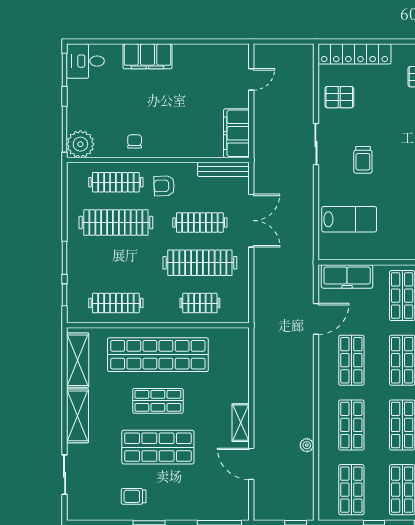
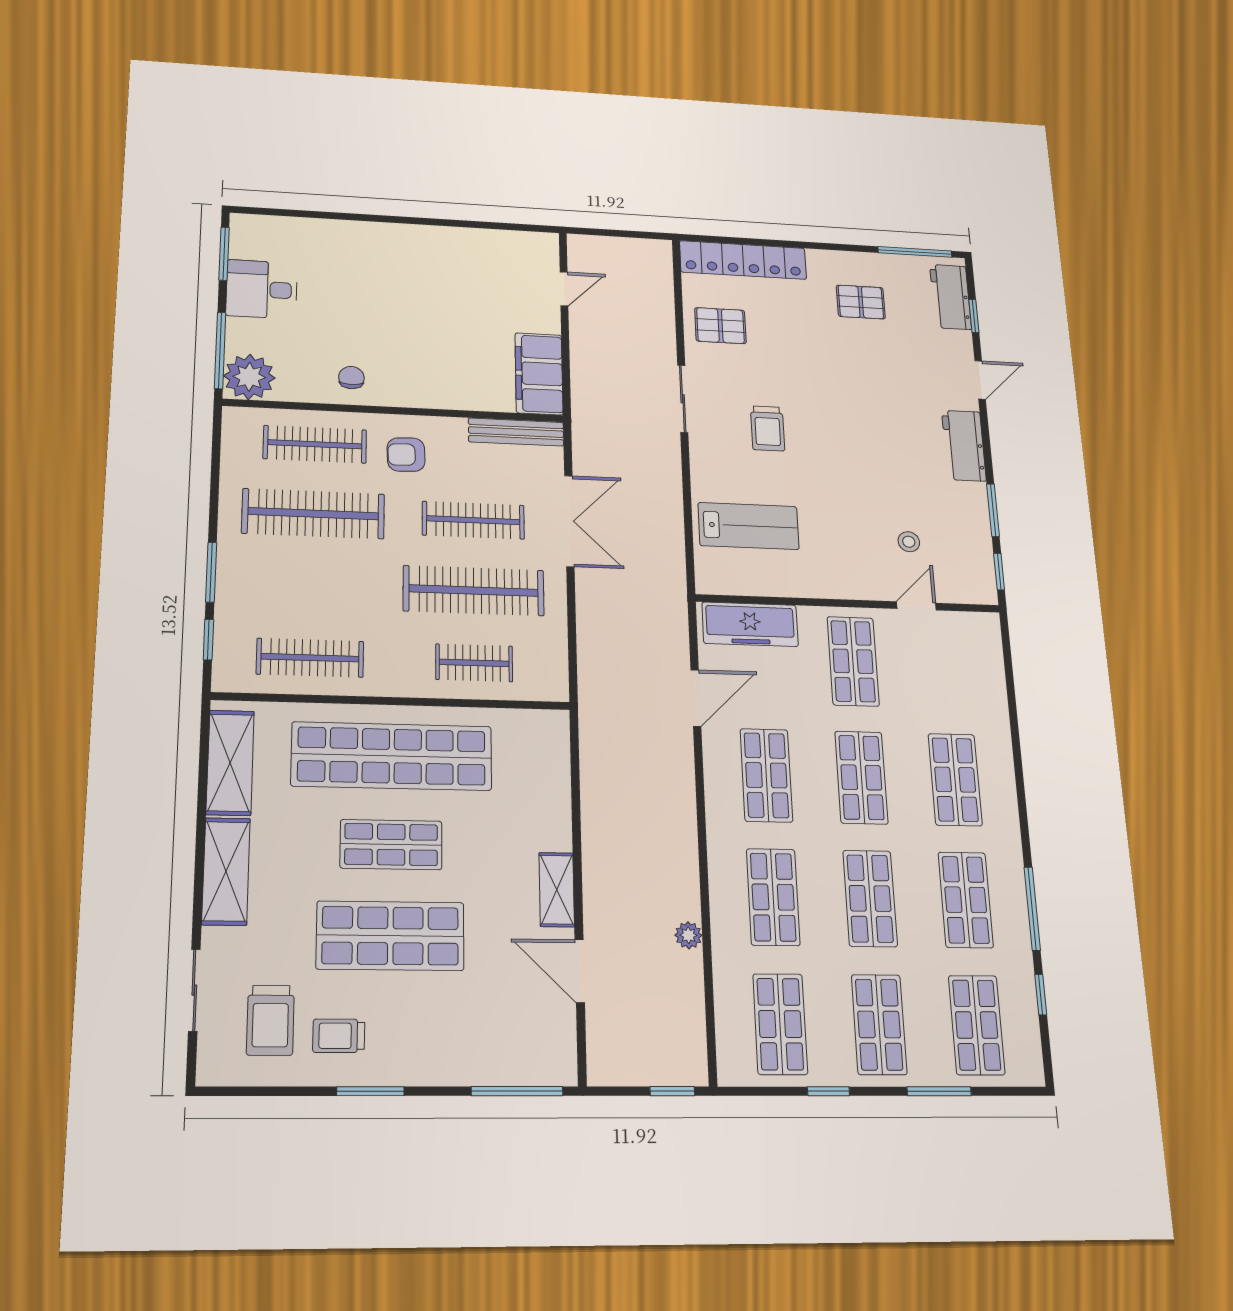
filing cabinet: (148, 56) -> (377, 242), removed
desk: (85, 61) -> (262, 289), moved
trolley: (101, 489) -> (270, 1020), added

